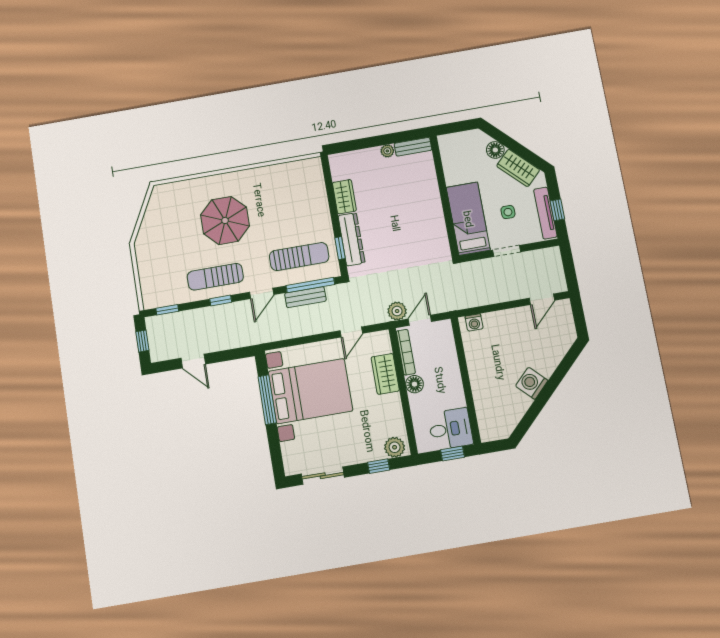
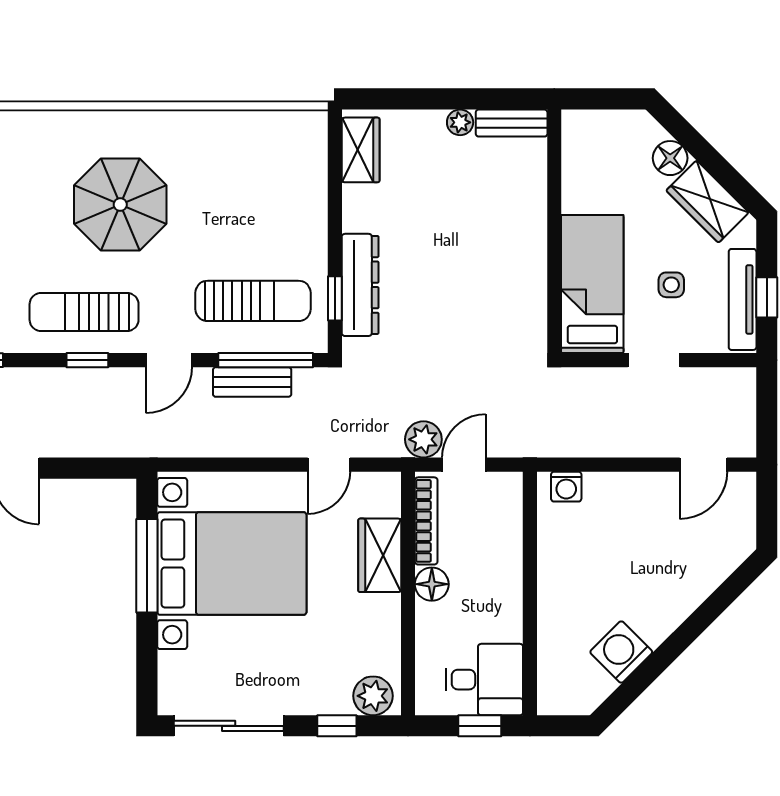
wardrobe: (344, 197) -> (361, 150), moved
washing machine: (532, 383) -> (621, 652), moved
sliding door: (323, 476) -> (229, 726), width x1.37

